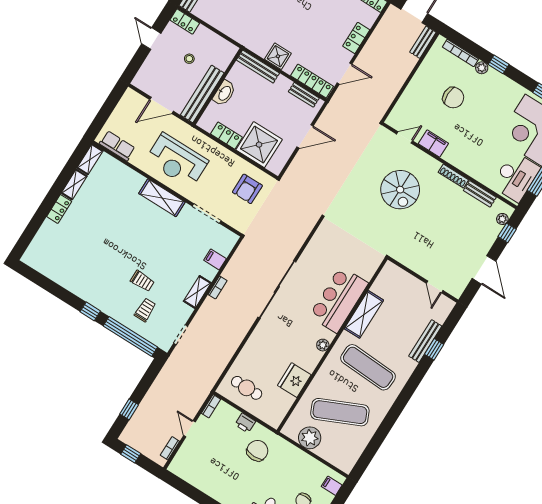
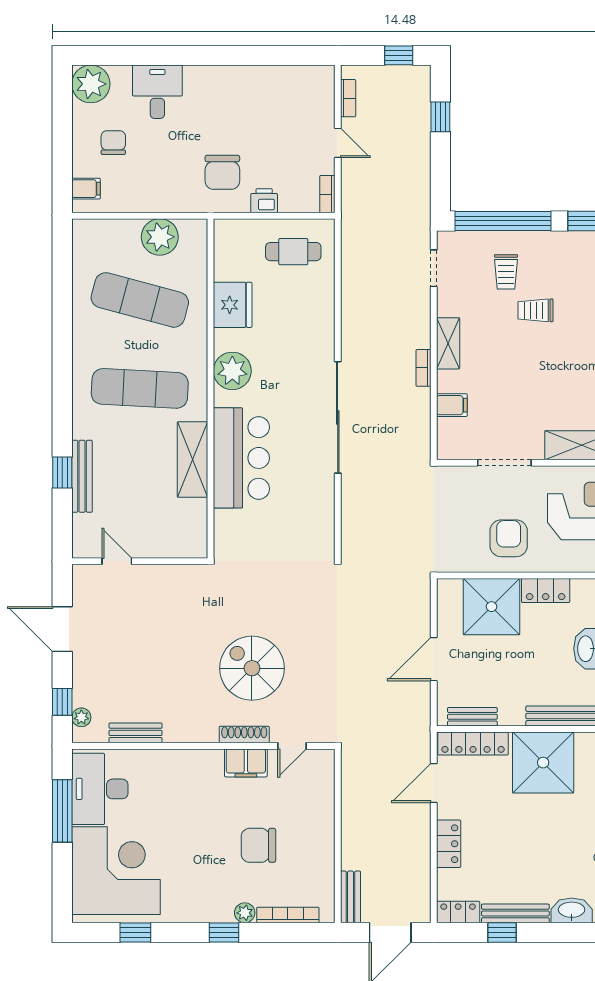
shower: (278, 56) -> (543, 763), width x1.86, depth x1.86
shoe rack: (453, 176) -> (244, 735), moved
armchair: (247, 189) -> (509, 538), moved
plant: (323, 345) -> (232, 371), width x1.87, depth x1.87
exercise mat: (340, 412) -> (140, 300), turned 39

